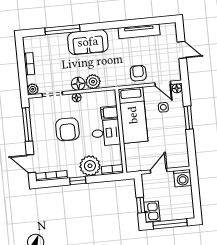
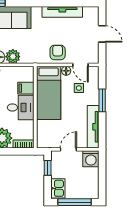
floor lamp: (177, 88) -> (66, 71), moved
tv unit: (182, 145) -> (93, 127), added
window: (141, 205) -> (48, 168), moved

